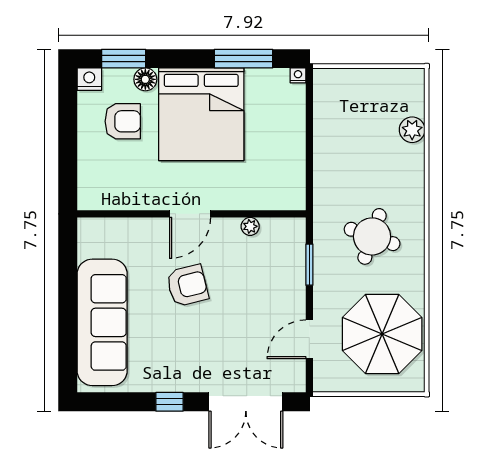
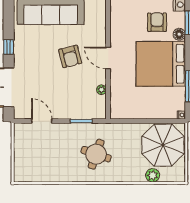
armchair: (123, 121) -> (157, 22), turned 180
parasol: (382, 334) -> (163, 145), moved

